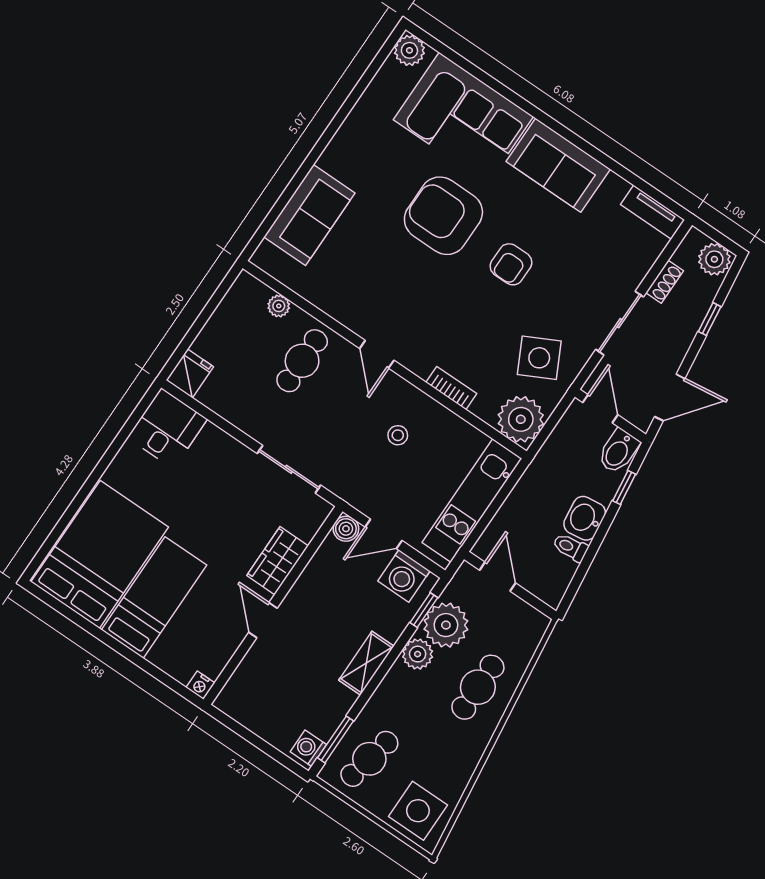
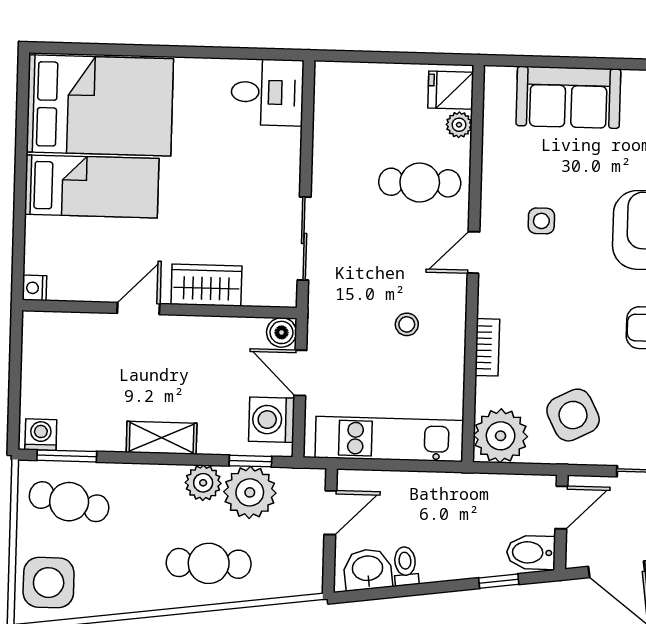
side table: (386, 291) -> (541, 221), added
fridge: (190, 373) -> (451, 90), moved, turned 180
washbasin: (585, 518) -> (368, 569), moved

